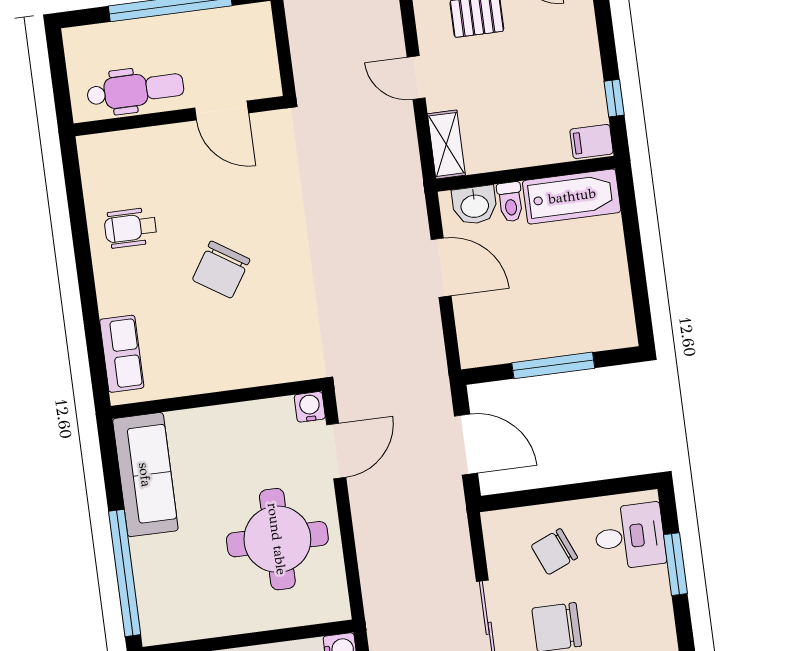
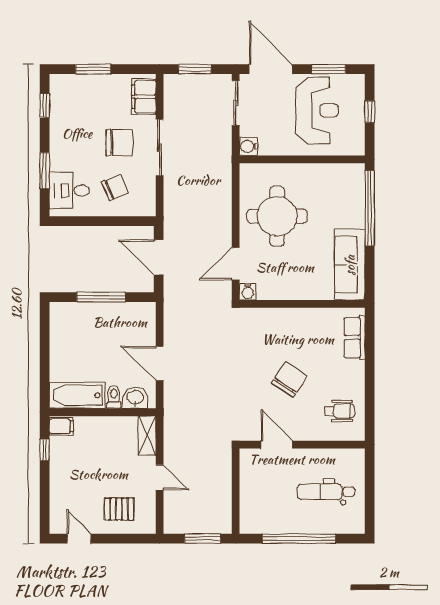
door: (222, 110) -> (277, 445), moved
wall: (179, 116) -> (302, 445), moved

